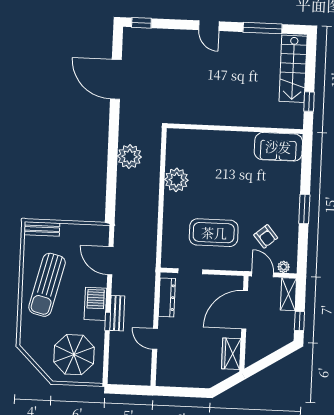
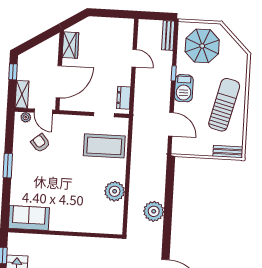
coffee table: (214, 233) -> (104, 146), moved
dresser: (167, 297) -> (124, 98), width x0.70
bench: (117, 313) -> (168, 35), moved

